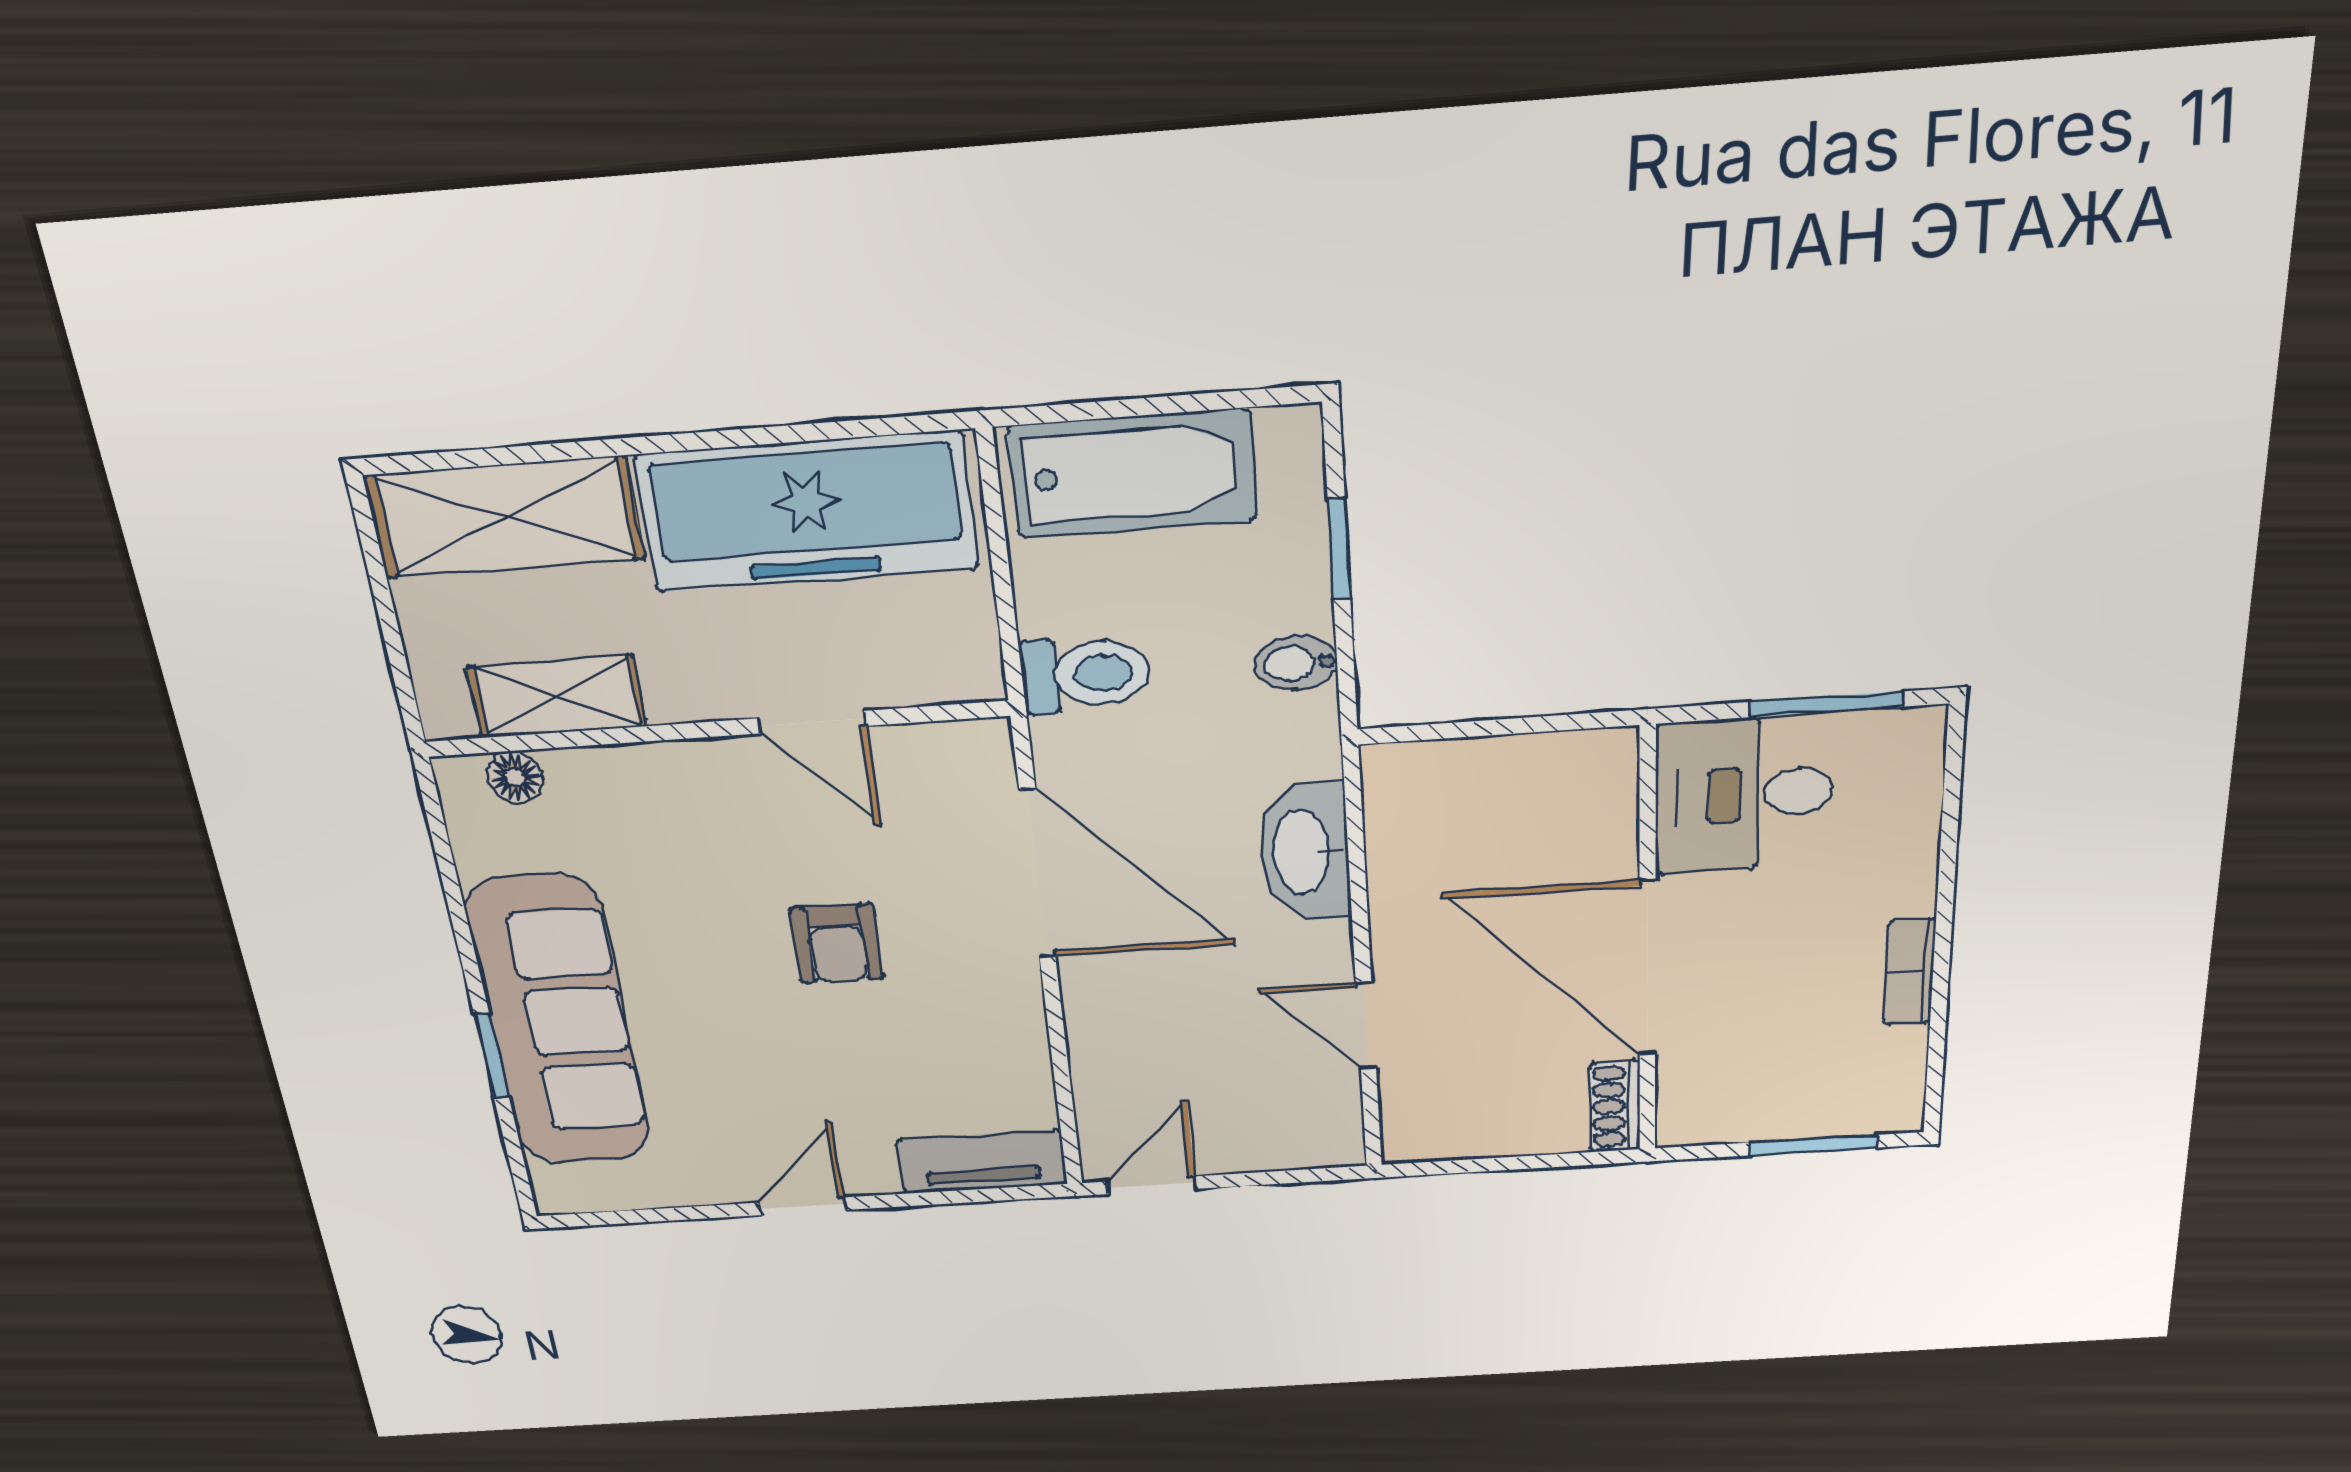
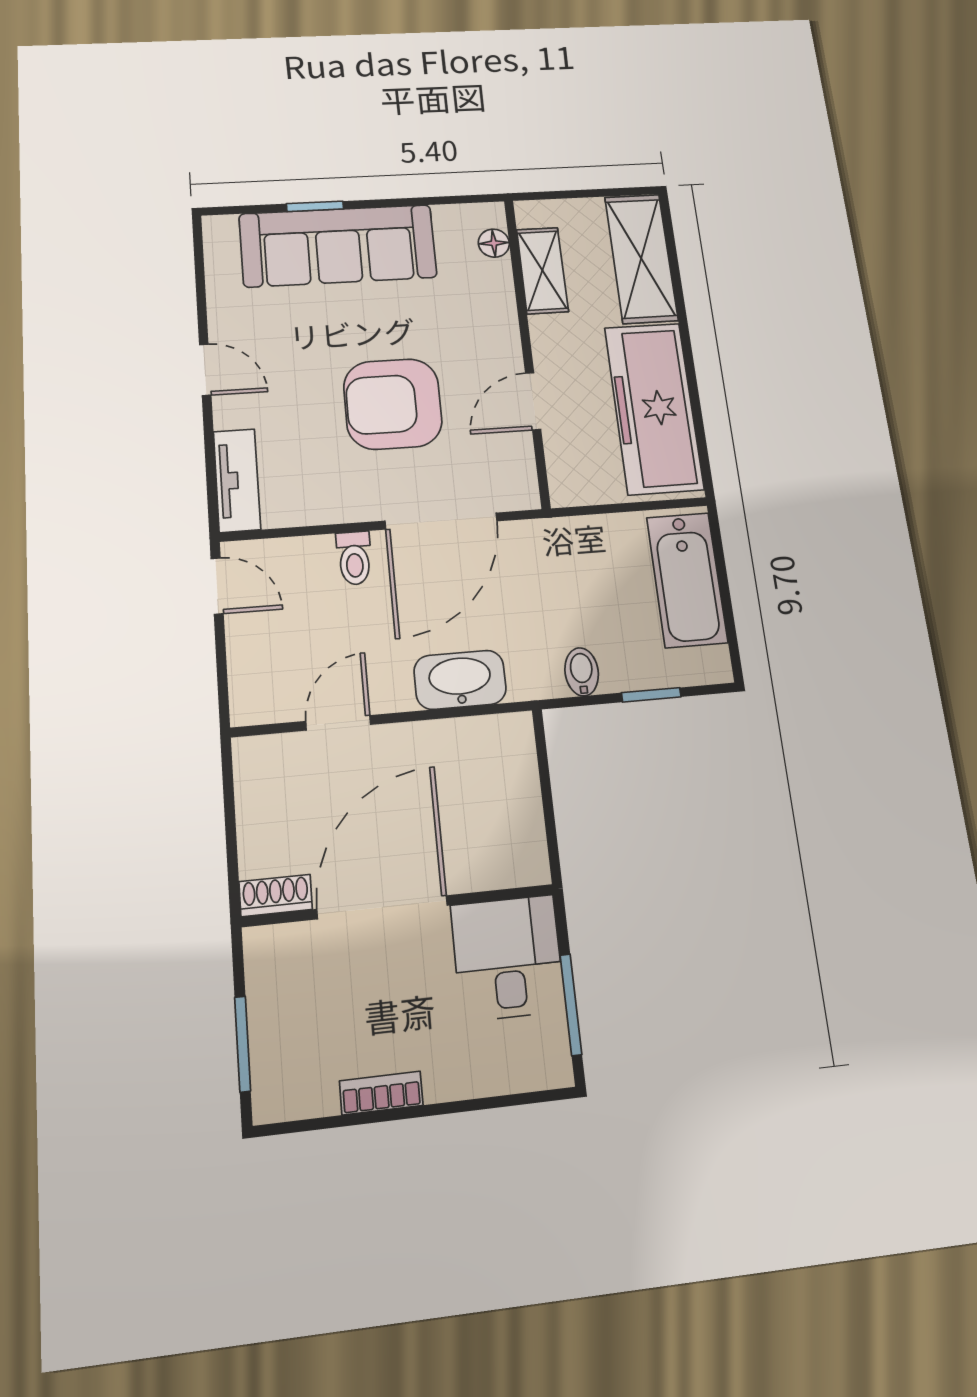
toilet: (1085, 674) -> (354, 558), moved, width x0.73, depth x0.72
armchair: (837, 943) -> (393, 404), width x1.88, depth x1.88

